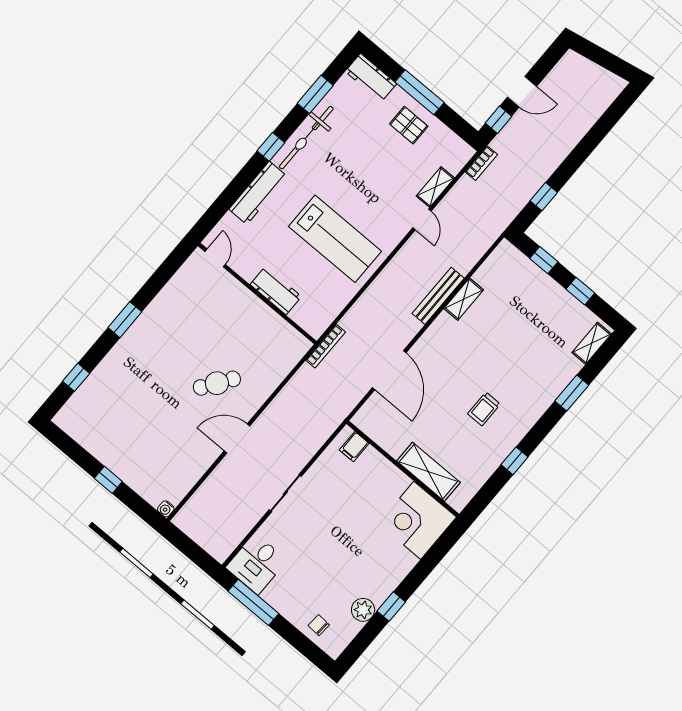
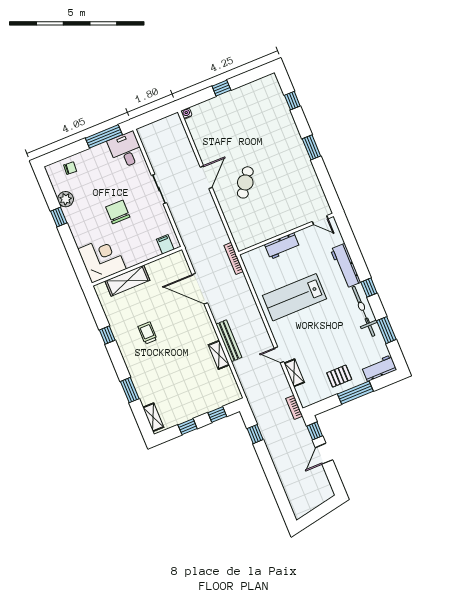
chair: (344, 532) -> (118, 212), added

